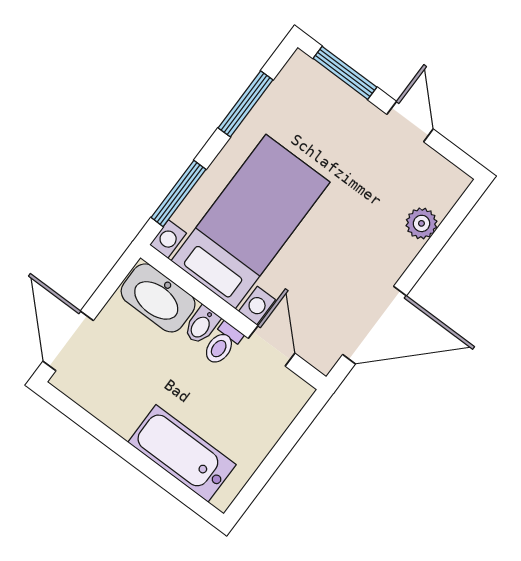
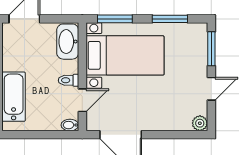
plant: (421, 223) -> (200, 123), moved
bidet: (202, 325) -> (70, 125), moved

